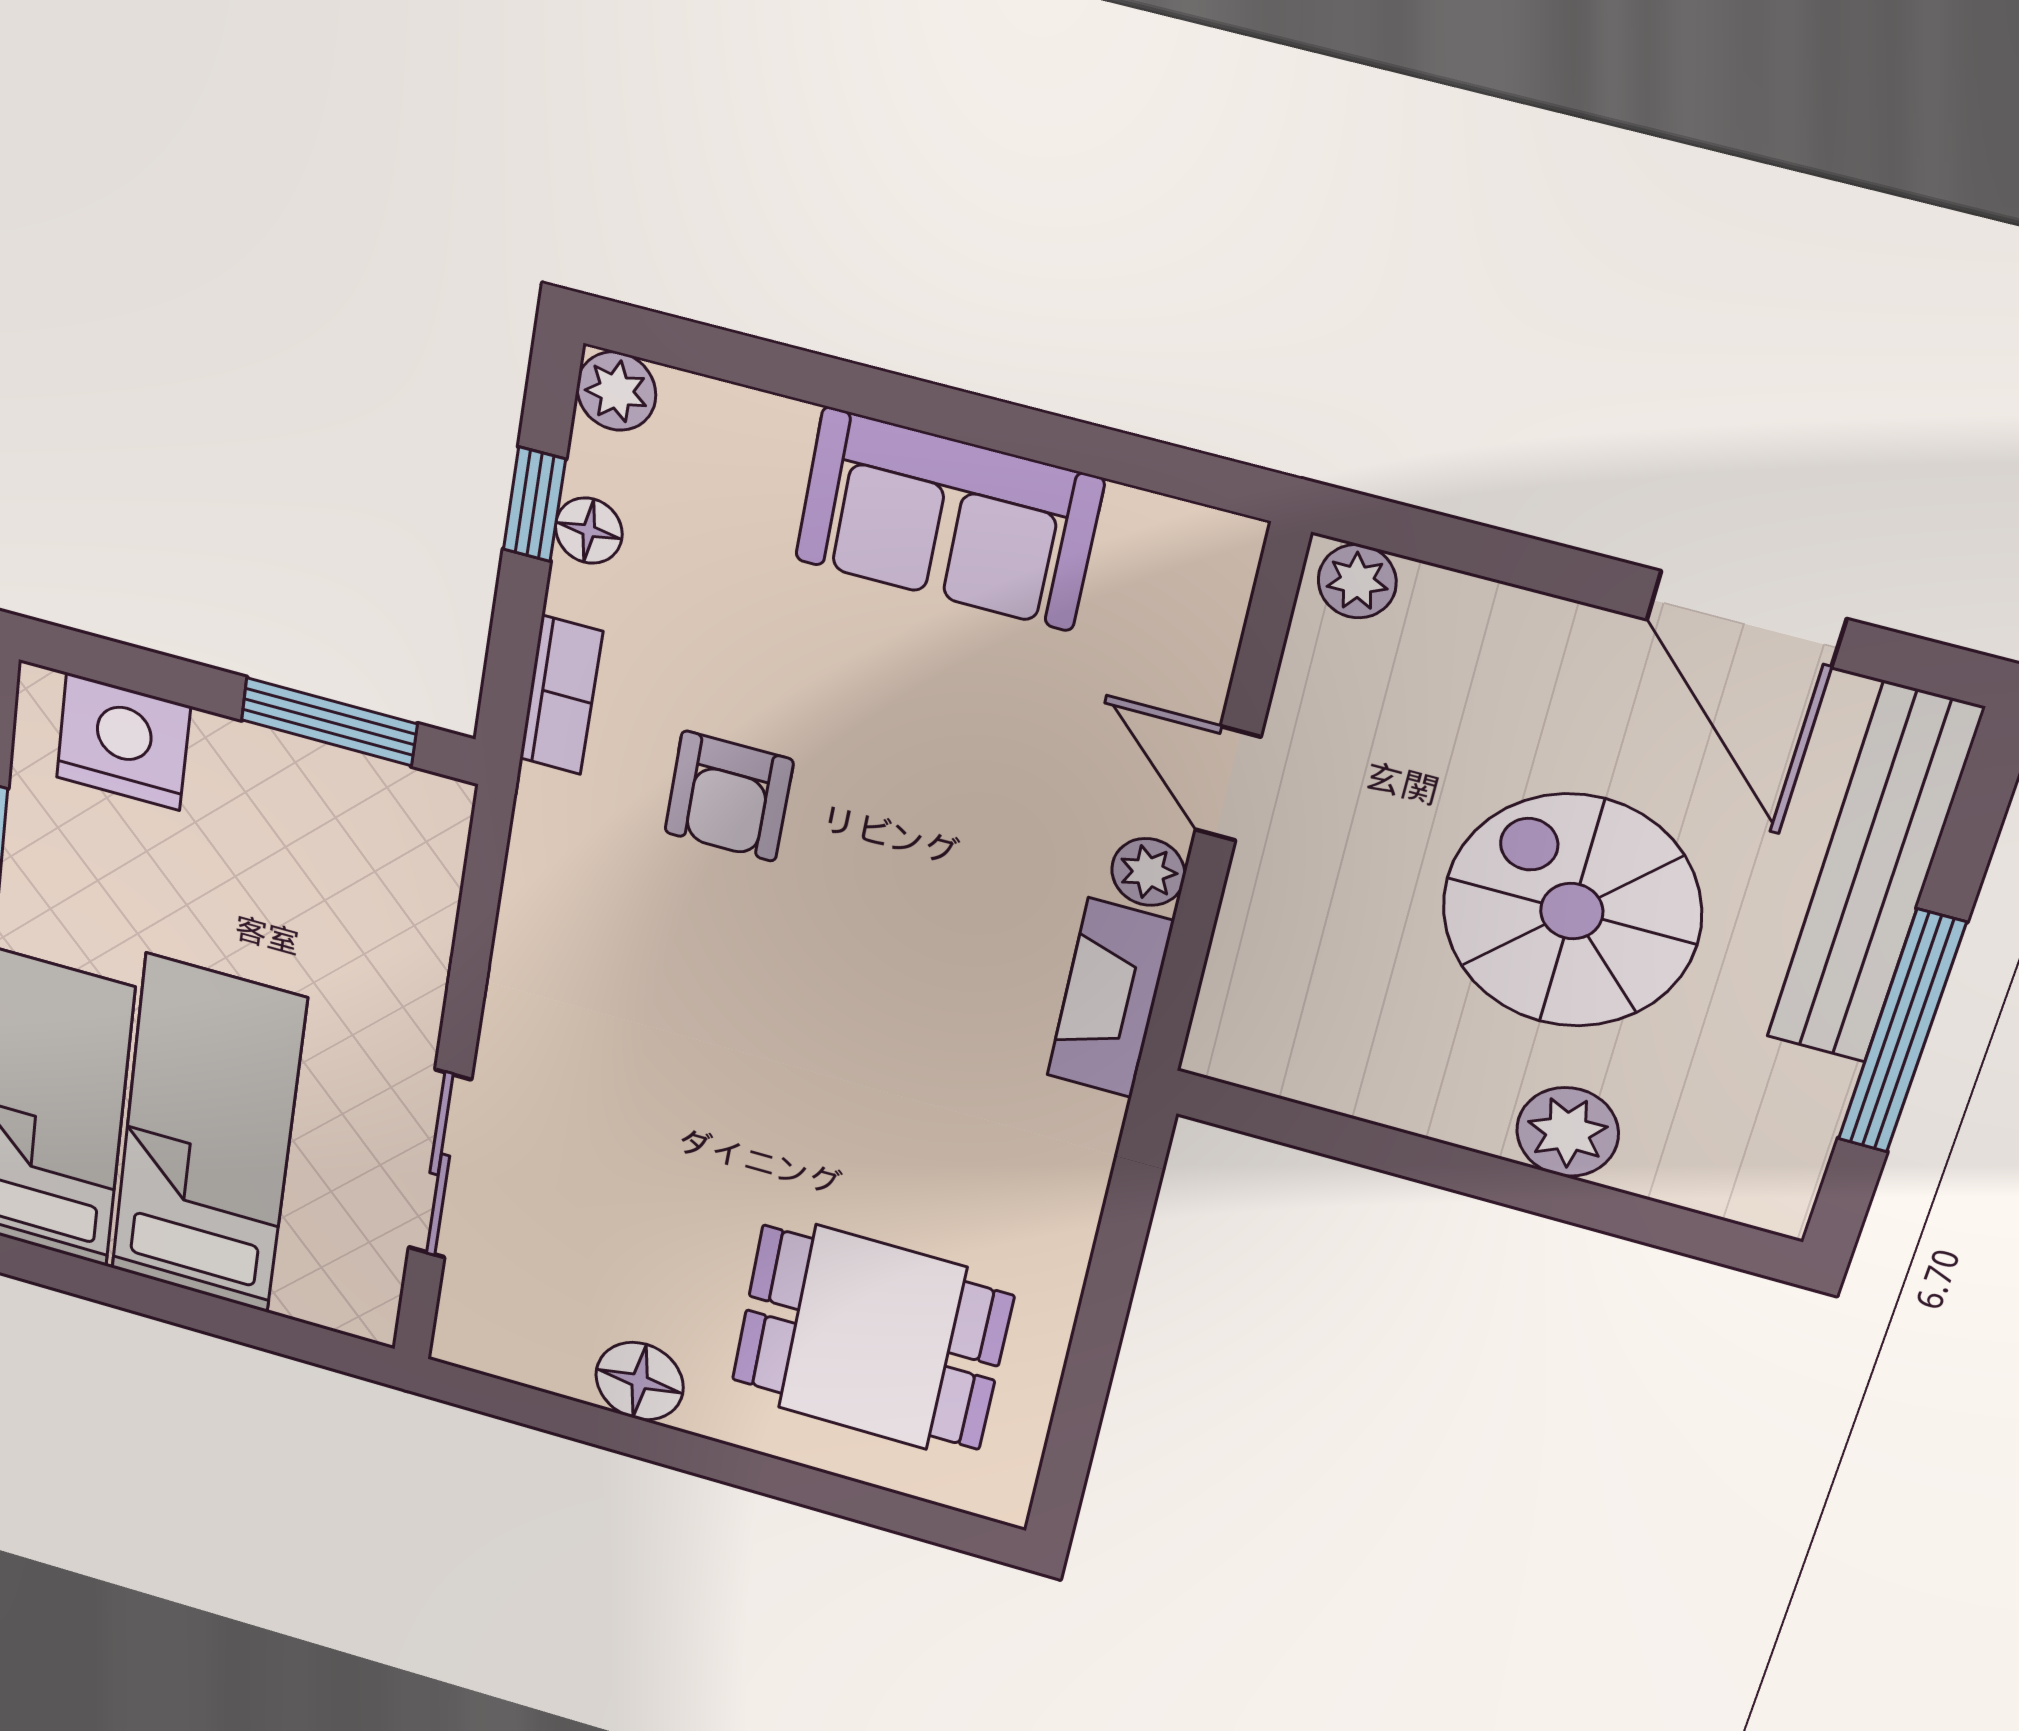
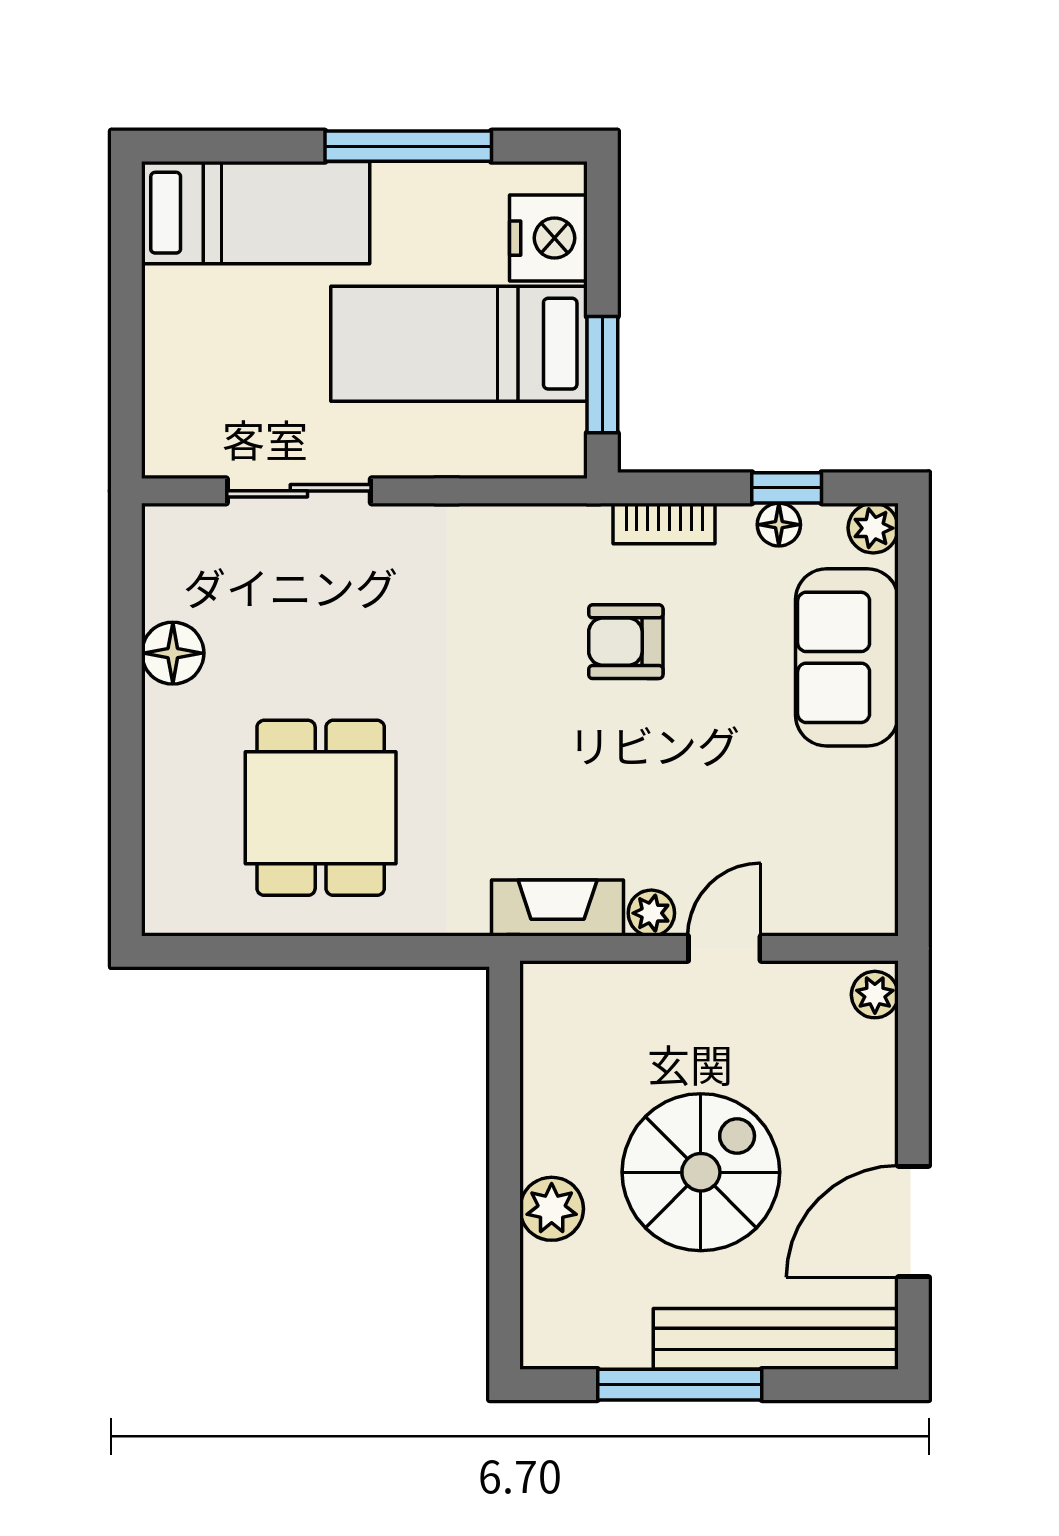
sofa: (948, 519) -> (847, 657), moved
bed: (208, 1136) -> (459, 344), moved, turned 180
dining table: (872, 1338) -> (321, 808), moved

